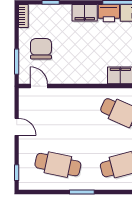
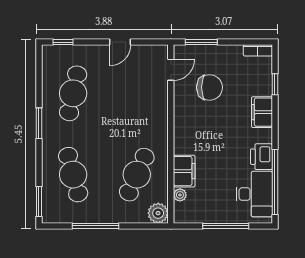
filing cabinet: (85, 13) -> (262, 112), moved
chair: (41, 49) -> (210, 87), moved

